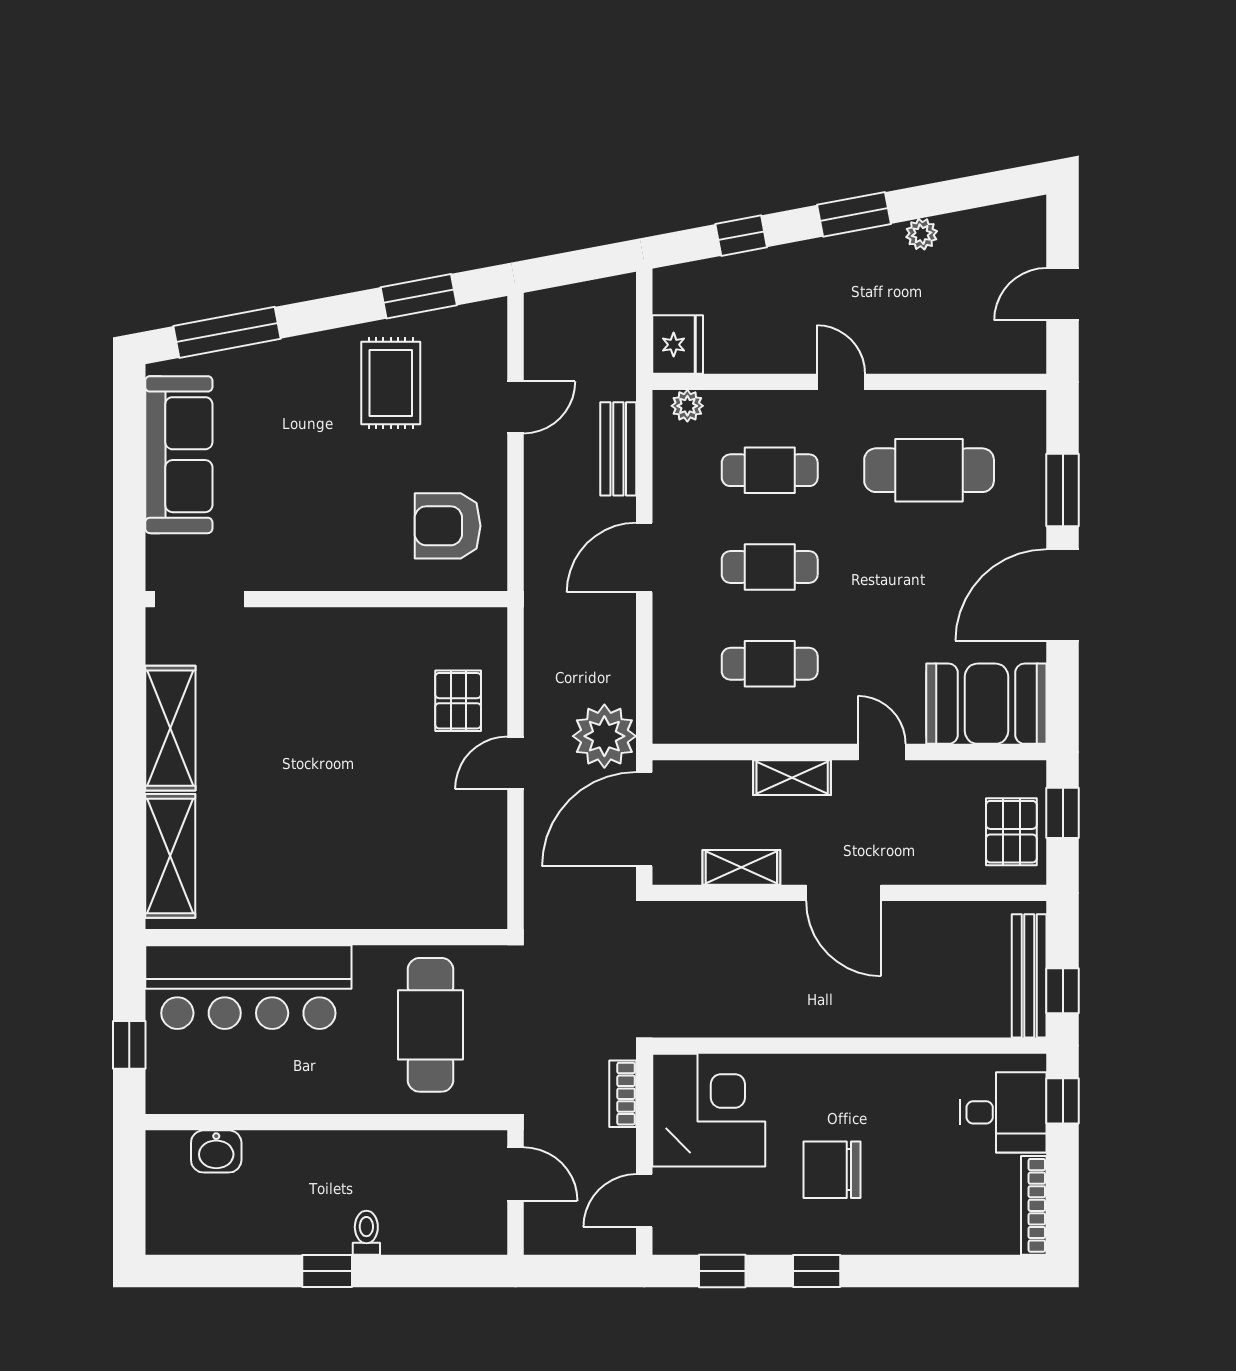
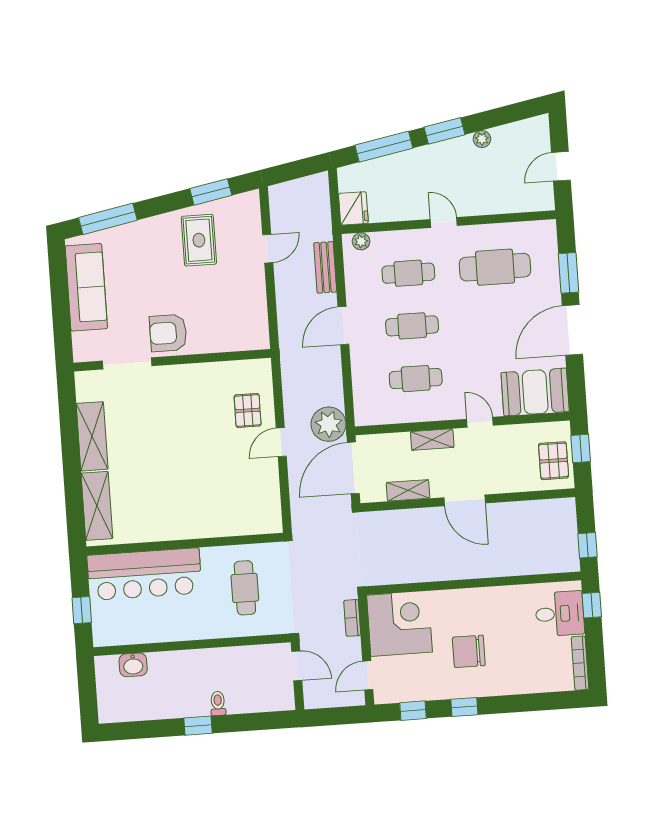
window: (741, 236) -> (384, 147), width x2.17
armchair: (448, 526) -> (168, 333), moved
doorway: (200, 599) -> (127, 363), moved
bench: (1029, 976) -> (569, 538), removed
cafe table: (431, 1025) -> (245, 588), width x0.73, depth x0.74

